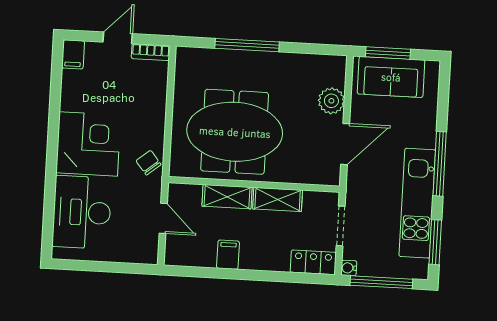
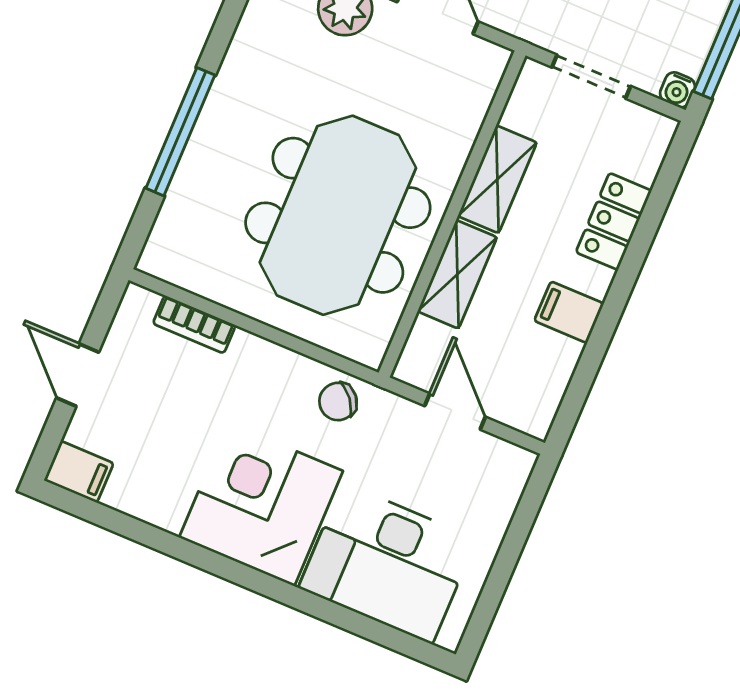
bookcase: (151, 52) -> (194, 324), moved, turned 90
door: (163, 218) -> (455, 411), hinge flipped
locker: (313, 262) -> (614, 221), moved

